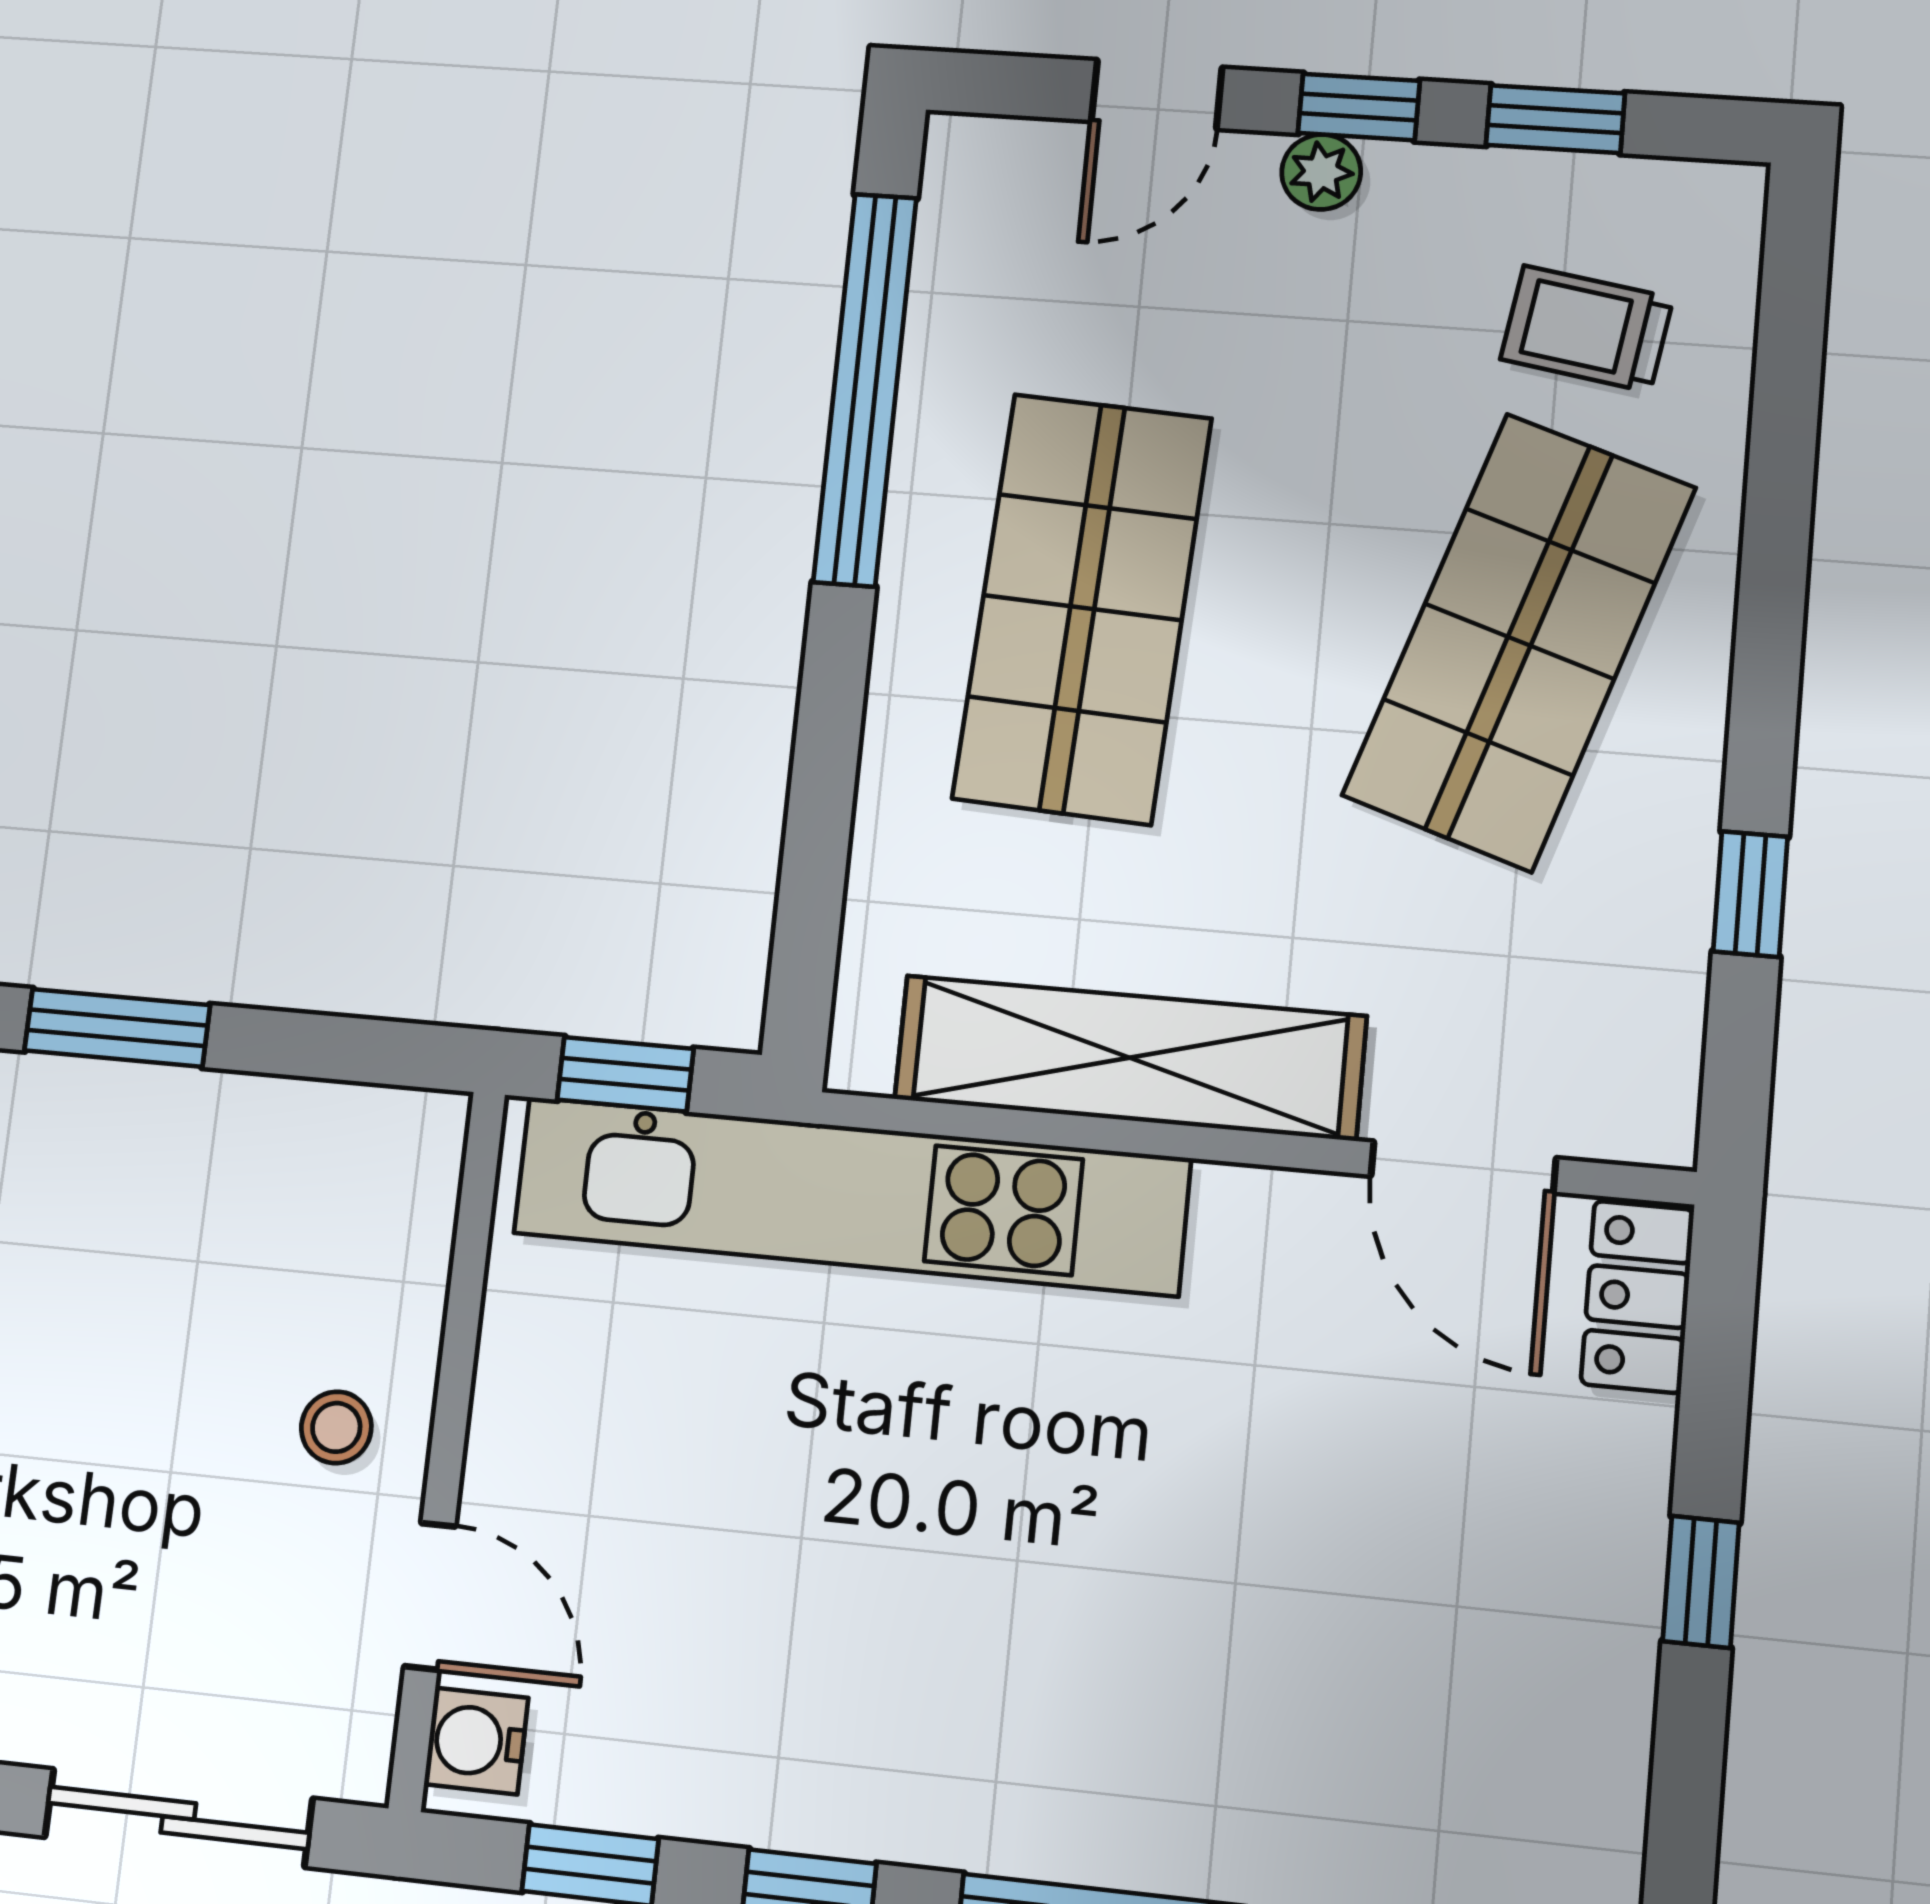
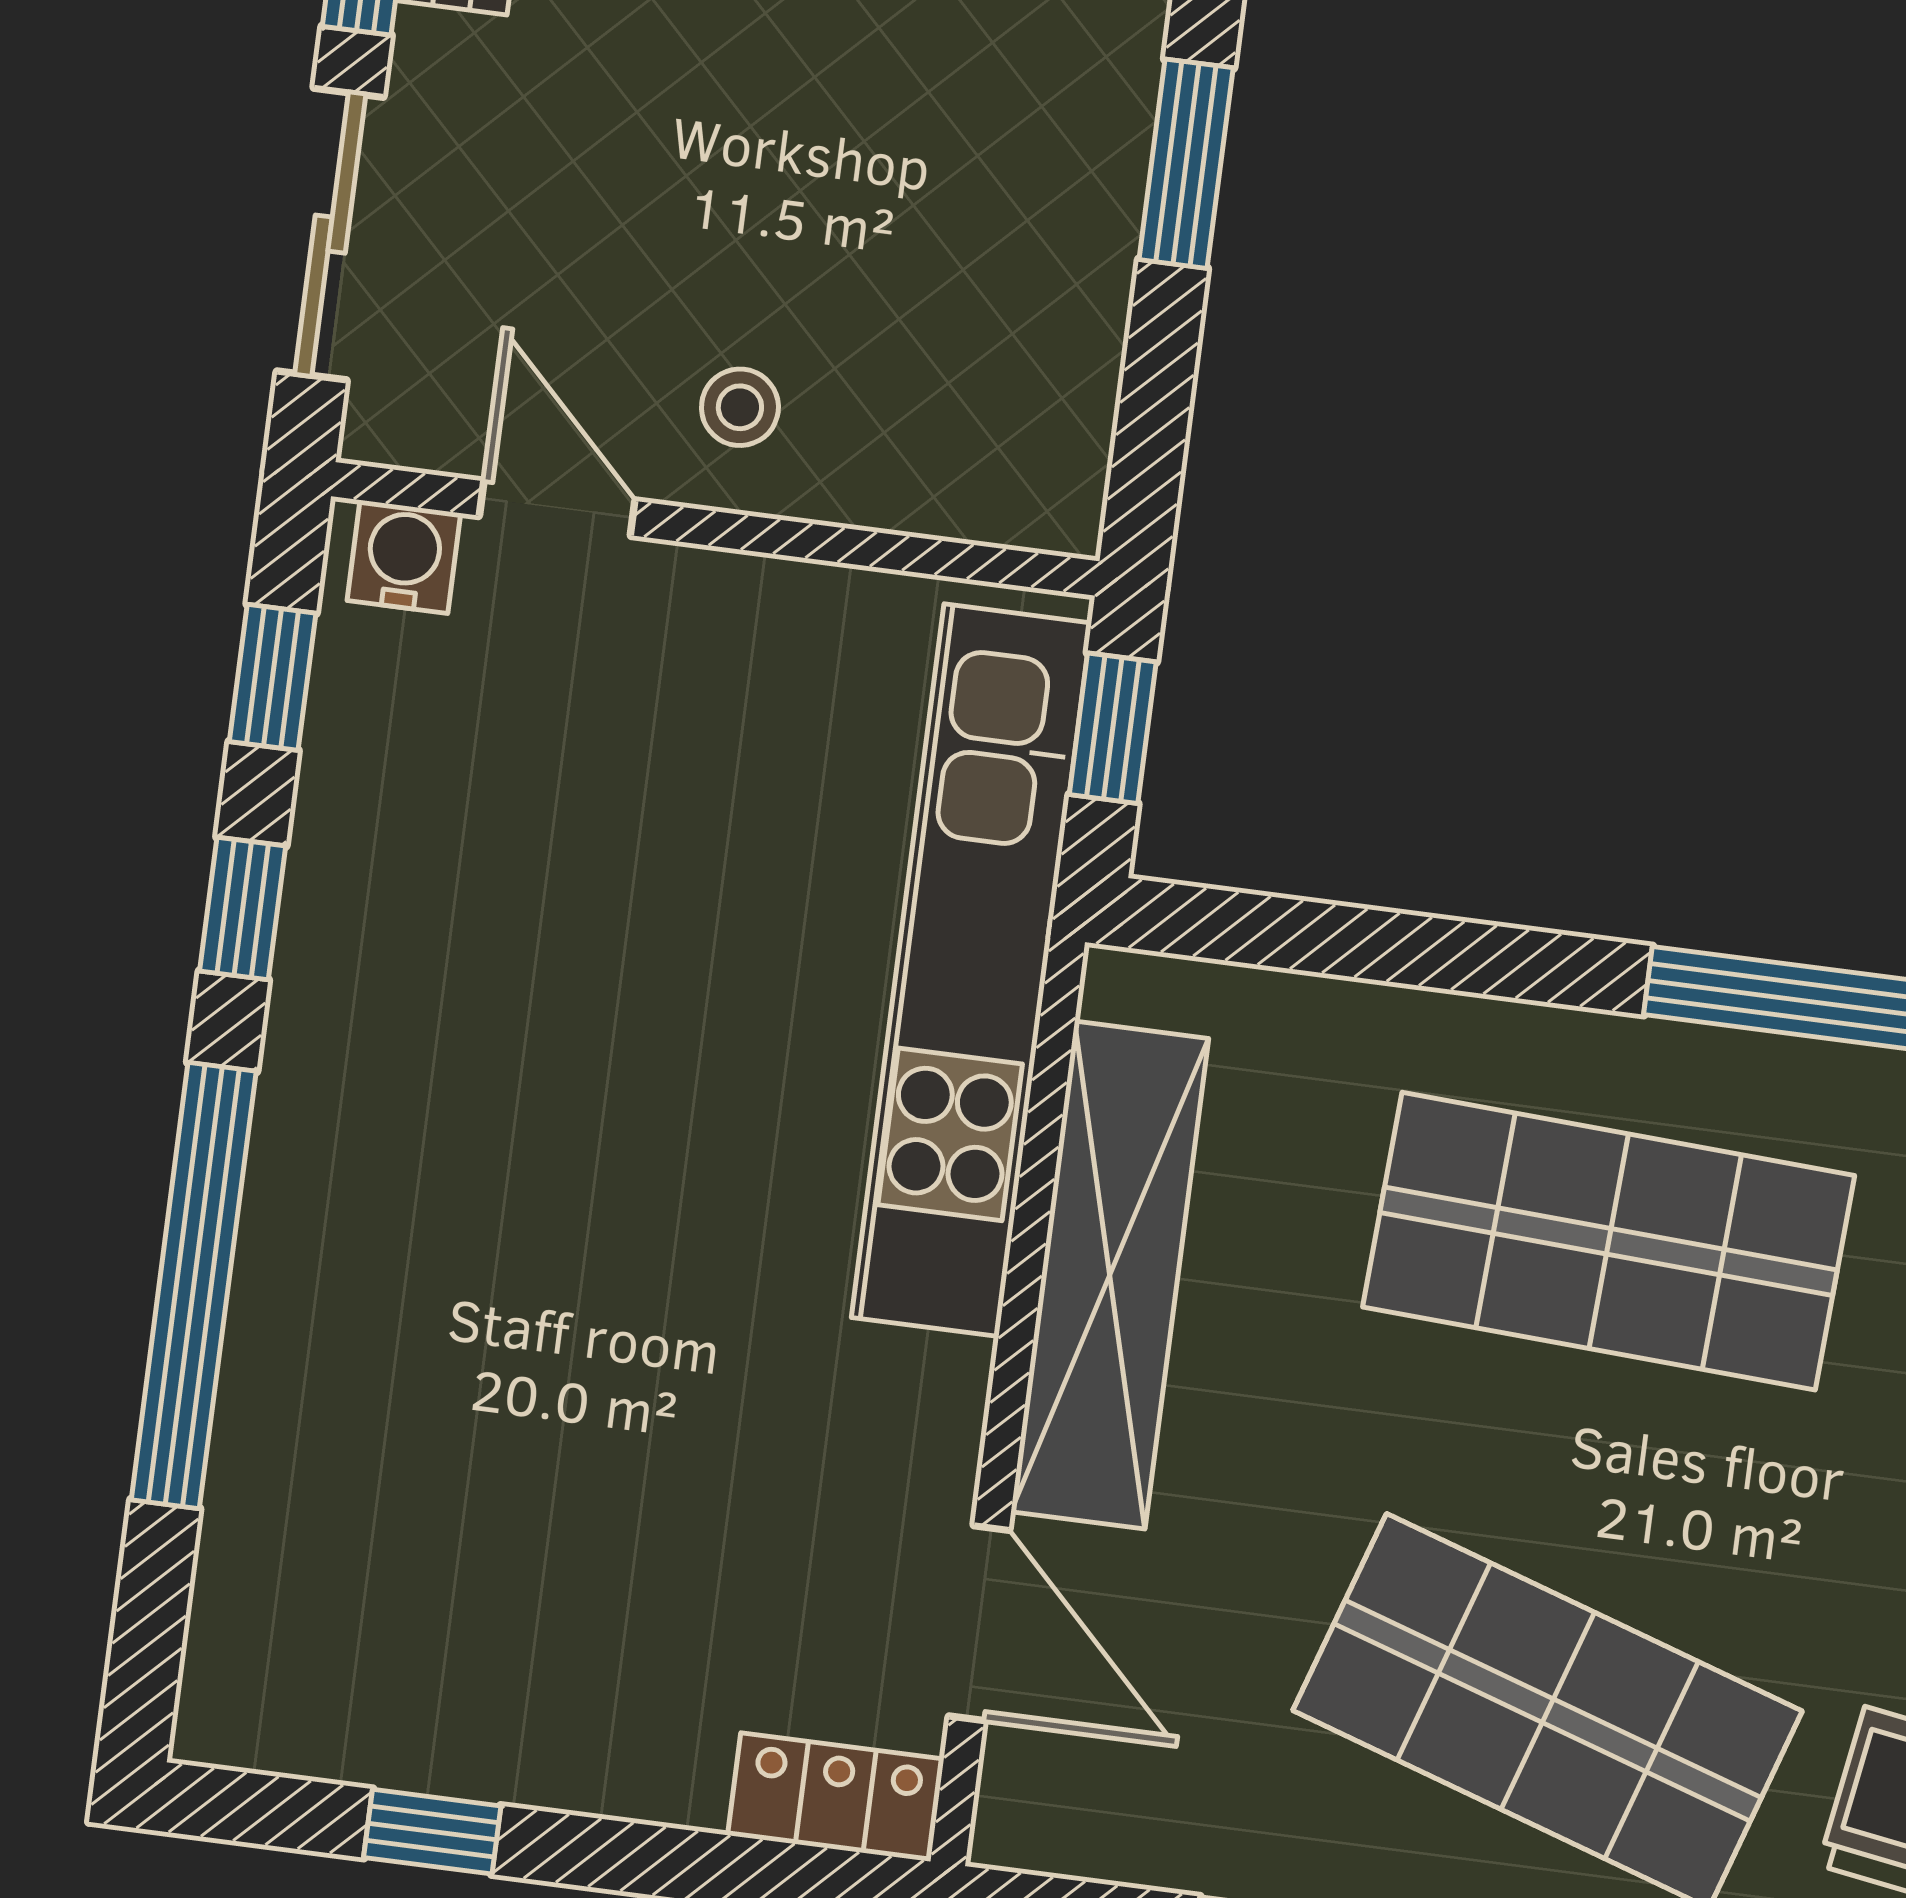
door: (1463, 1167) -> (979, 1623), swing flipped
window: (1701, 1582) -> (432, 1832), moved
door: (430, 1596) -> (557, 508), swing flipped

